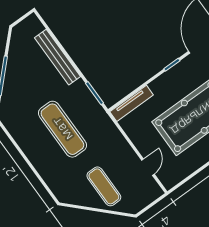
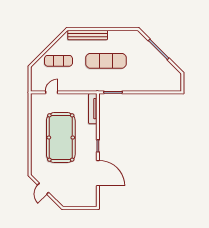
bench: (57, 57) -> (88, 35), moved
door: (148, 167) -> (52, 92), swing flipped

